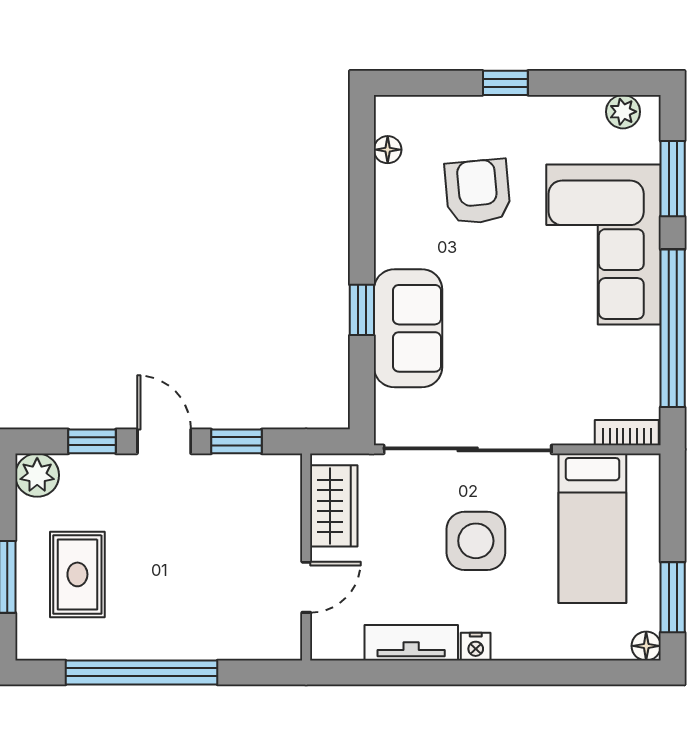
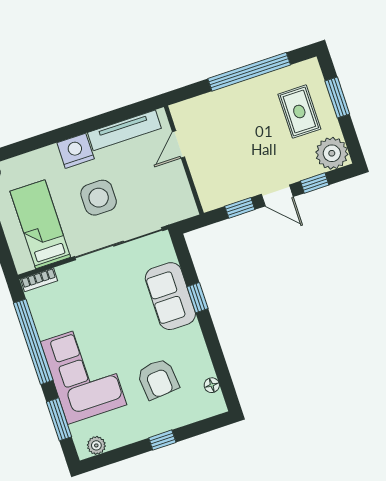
plant: (37, 475) -> (332, 153), width x1.36, depth x1.36
wardrobe: (334, 506) -> (178, 191), removed
tv unit: (411, 643) -> (124, 130), width x1.41
nightstand: (476, 647) -> (76, 151), width x1.89, depth x1.79

